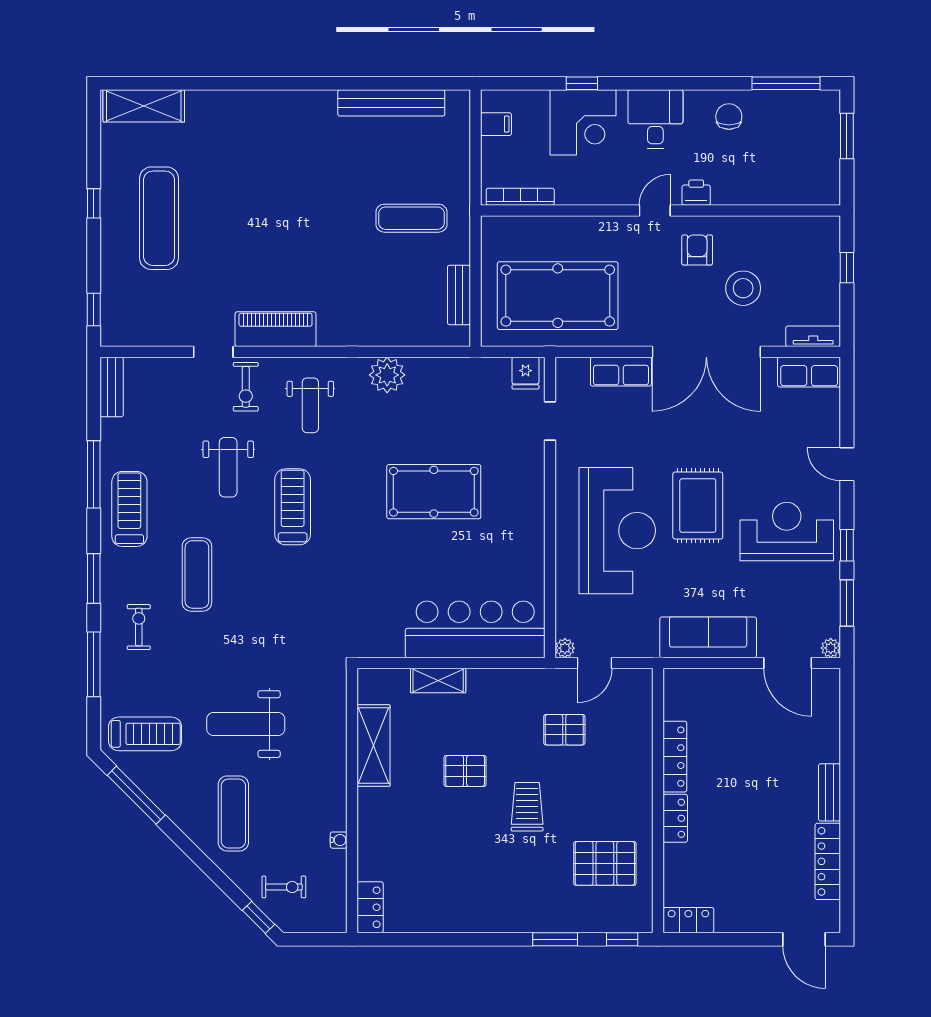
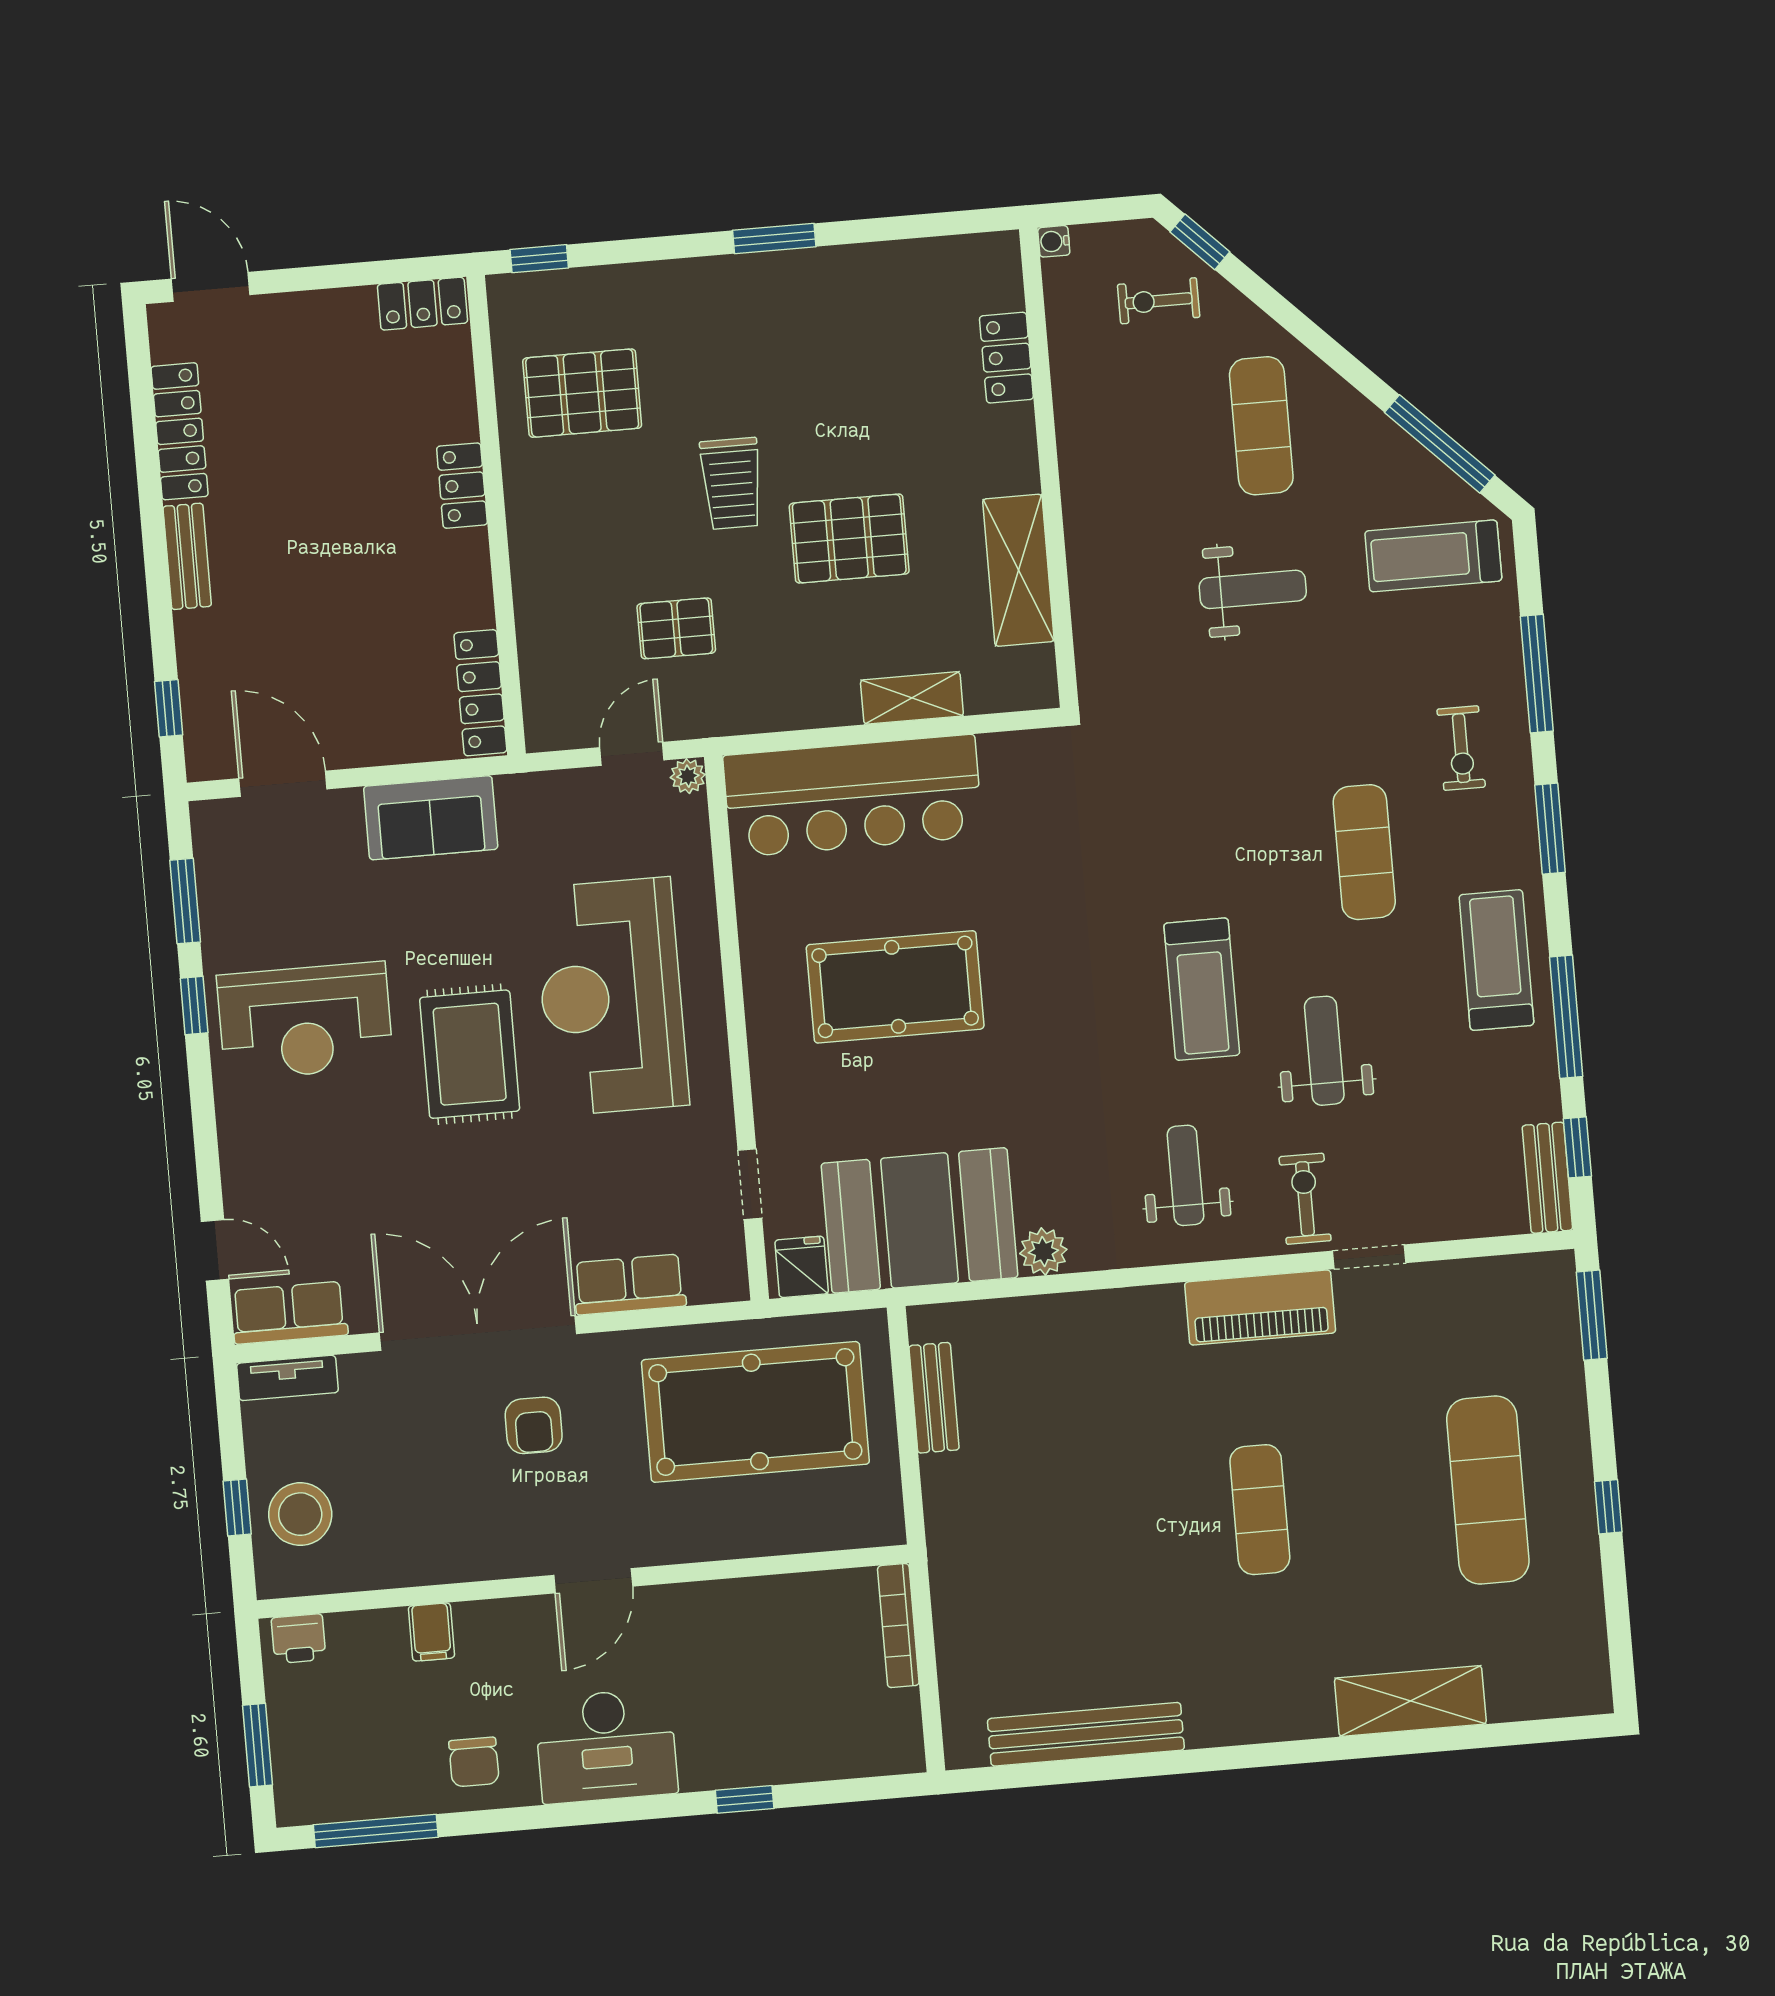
shelving: (144, 106) -> (1410, 1701), moved
desk: (655, 119) -> (606, 1746), width x1.37
corner desk: (583, 122) -> (737, 1729), removed
filing cabinet: (496, 124) -> (431, 1632), moved, turned -90
printer: (696, 193) -> (299, 1639), moved
bookcase: (520, 197) -> (898, 1626), moved, turned 90
door: (655, 210) -> (593, 1581), width x1.38
exercise mat: (411, 218) -> (1260, 1510), moved, turned 90
armchair: (697, 250) -> (534, 1425), moved
stool: (743, 288) -> (300, 1514), moved
window: (94, 309) -> (1592, 1315), width x1.50
plant: (387, 375) -> (1043, 1251), width x0.73, depth x0.73
booth: (459, 393) -> (919, 1220), added
window: (94, 402) -> (1577, 1147), added
door: (847, 464) -> (215, 1250), moved
pool table: (434, 492) -> (895, 987), moved
treadmill: (129, 509) -> (1496, 960), turned 180
sofa: (708, 637) -> (431, 818), width x0.73
plant: (831, 648) -> (207, 817), removed
window: (847, 710) -> (169, 708), added
weight bench: (246, 724) -> (1253, 589), width x0.73, depth x0.75
locker: (675, 757) -> (480, 693), moved
pallet: (465, 771) -> (849, 539), width x1.50, depth x1.42
water cooler: (339, 840) -> (1054, 241), moved
locker: (370, 907) -> (1006, 358), moved
window: (555, 939) -> (774, 239), moved

